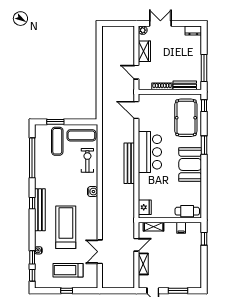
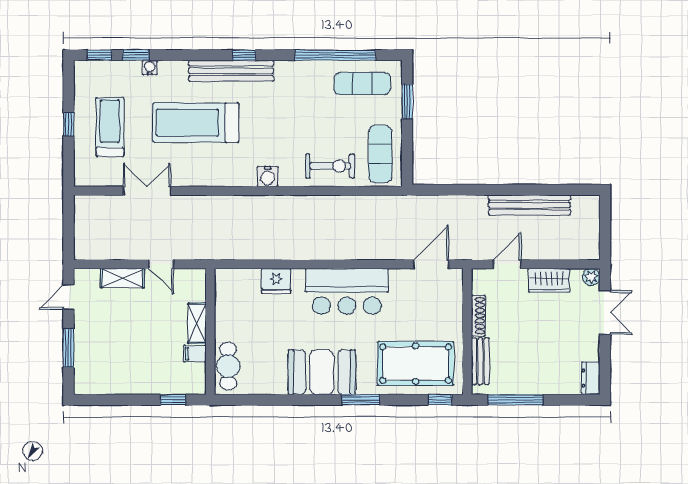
exercise mat: (57, 141) -> (362, 84), moved
bench: (129, 163) -> (529, 205), moved
fridge: (145, 207) -> (276, 281), moved
treadmill: (66, 227) -> (196, 123), turned 180
shelving: (154, 227) -> (197, 323), moved

